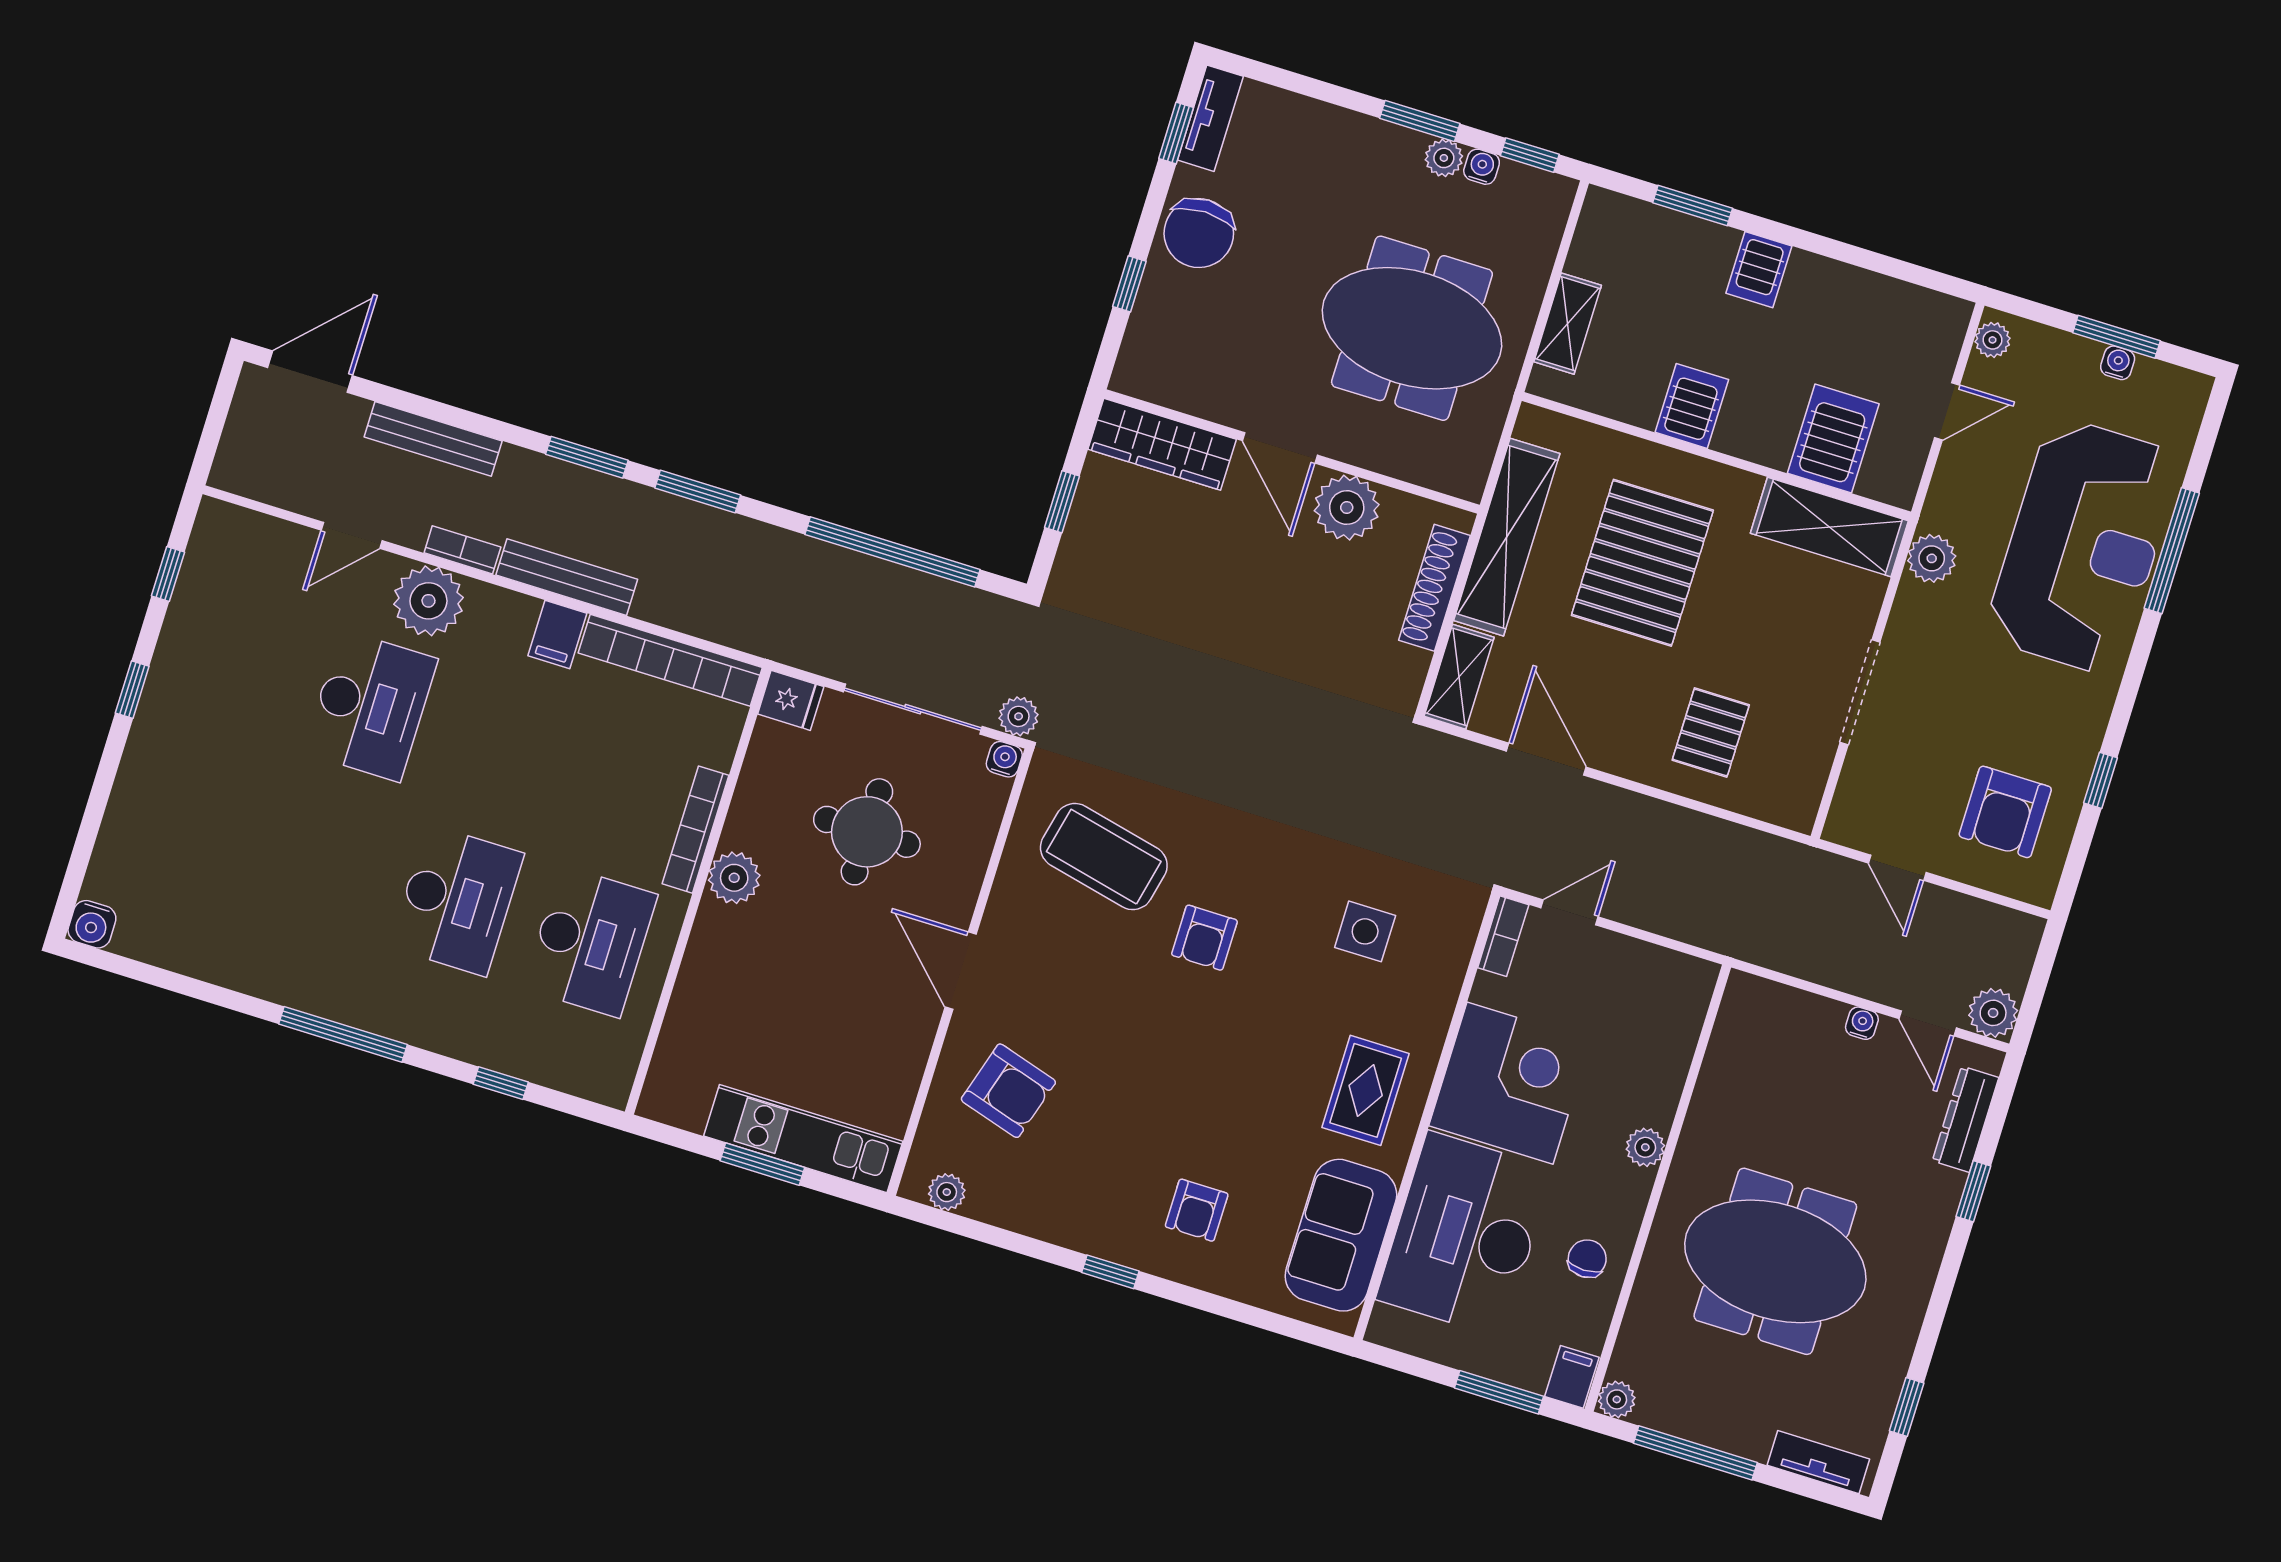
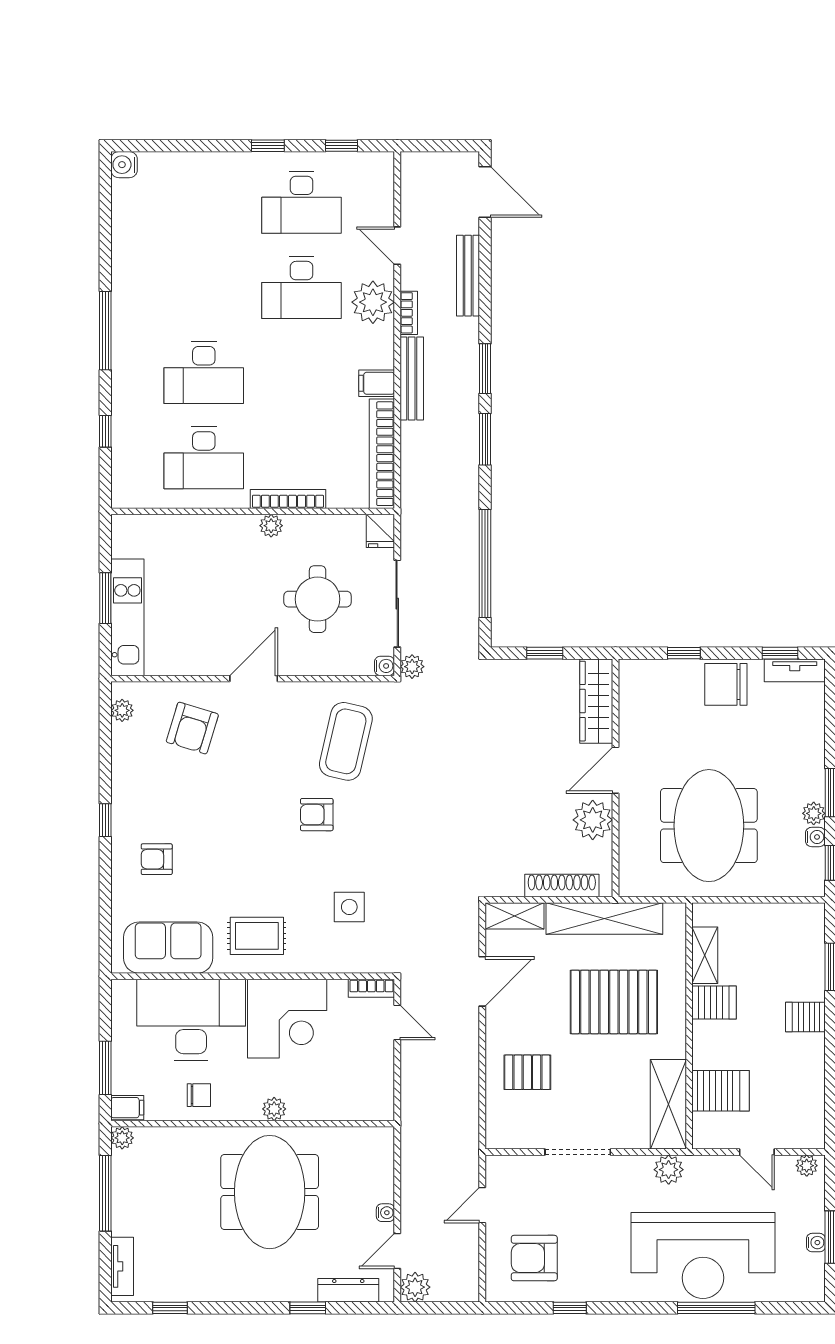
shelving: (1568, 324) -> (705, 955), moved, turned 90
desk: (237, 664) -> (302, 202), added
plant: (734, 878) -> (271, 526), width x0.73, depth x0.73
meeting table: (1775, 1261) -> (270, 1192), moved

